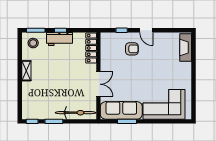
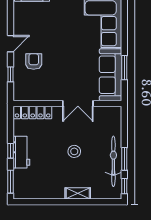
stool: (33, 43) -> (74, 151), moved
shelving: (26, 71) -> (78, 193), moved
double door: (98, 84) -> (78, 103), swing flipped
bicycle: (76, 113) -> (113, 161), moved

